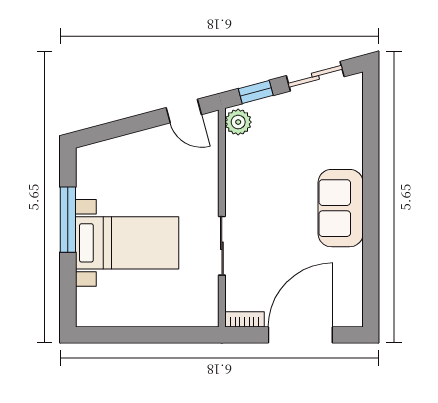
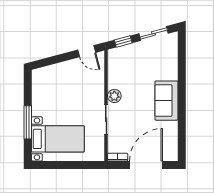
plant: (238, 122) -> (114, 96), moved
window: (68, 220) -> (28, 122), moved
bed with nightstands: (127, 243) -> (58, 139), moved

